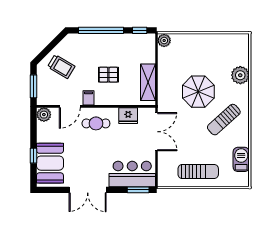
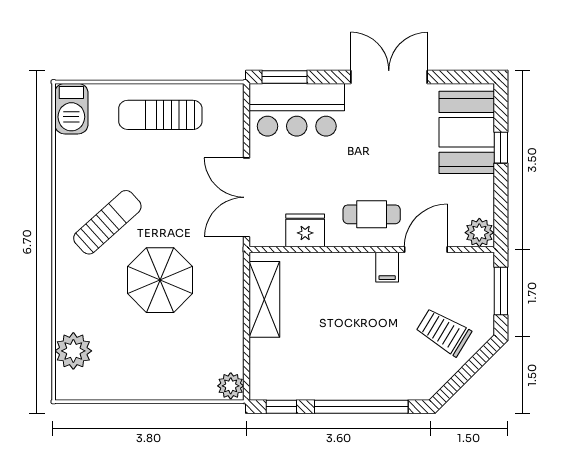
pallet: (108, 75) -> (346, 315), removed
plant: (240, 75) -> (73, 351), moved
barbecue: (241, 159) -> (71, 109), moved

